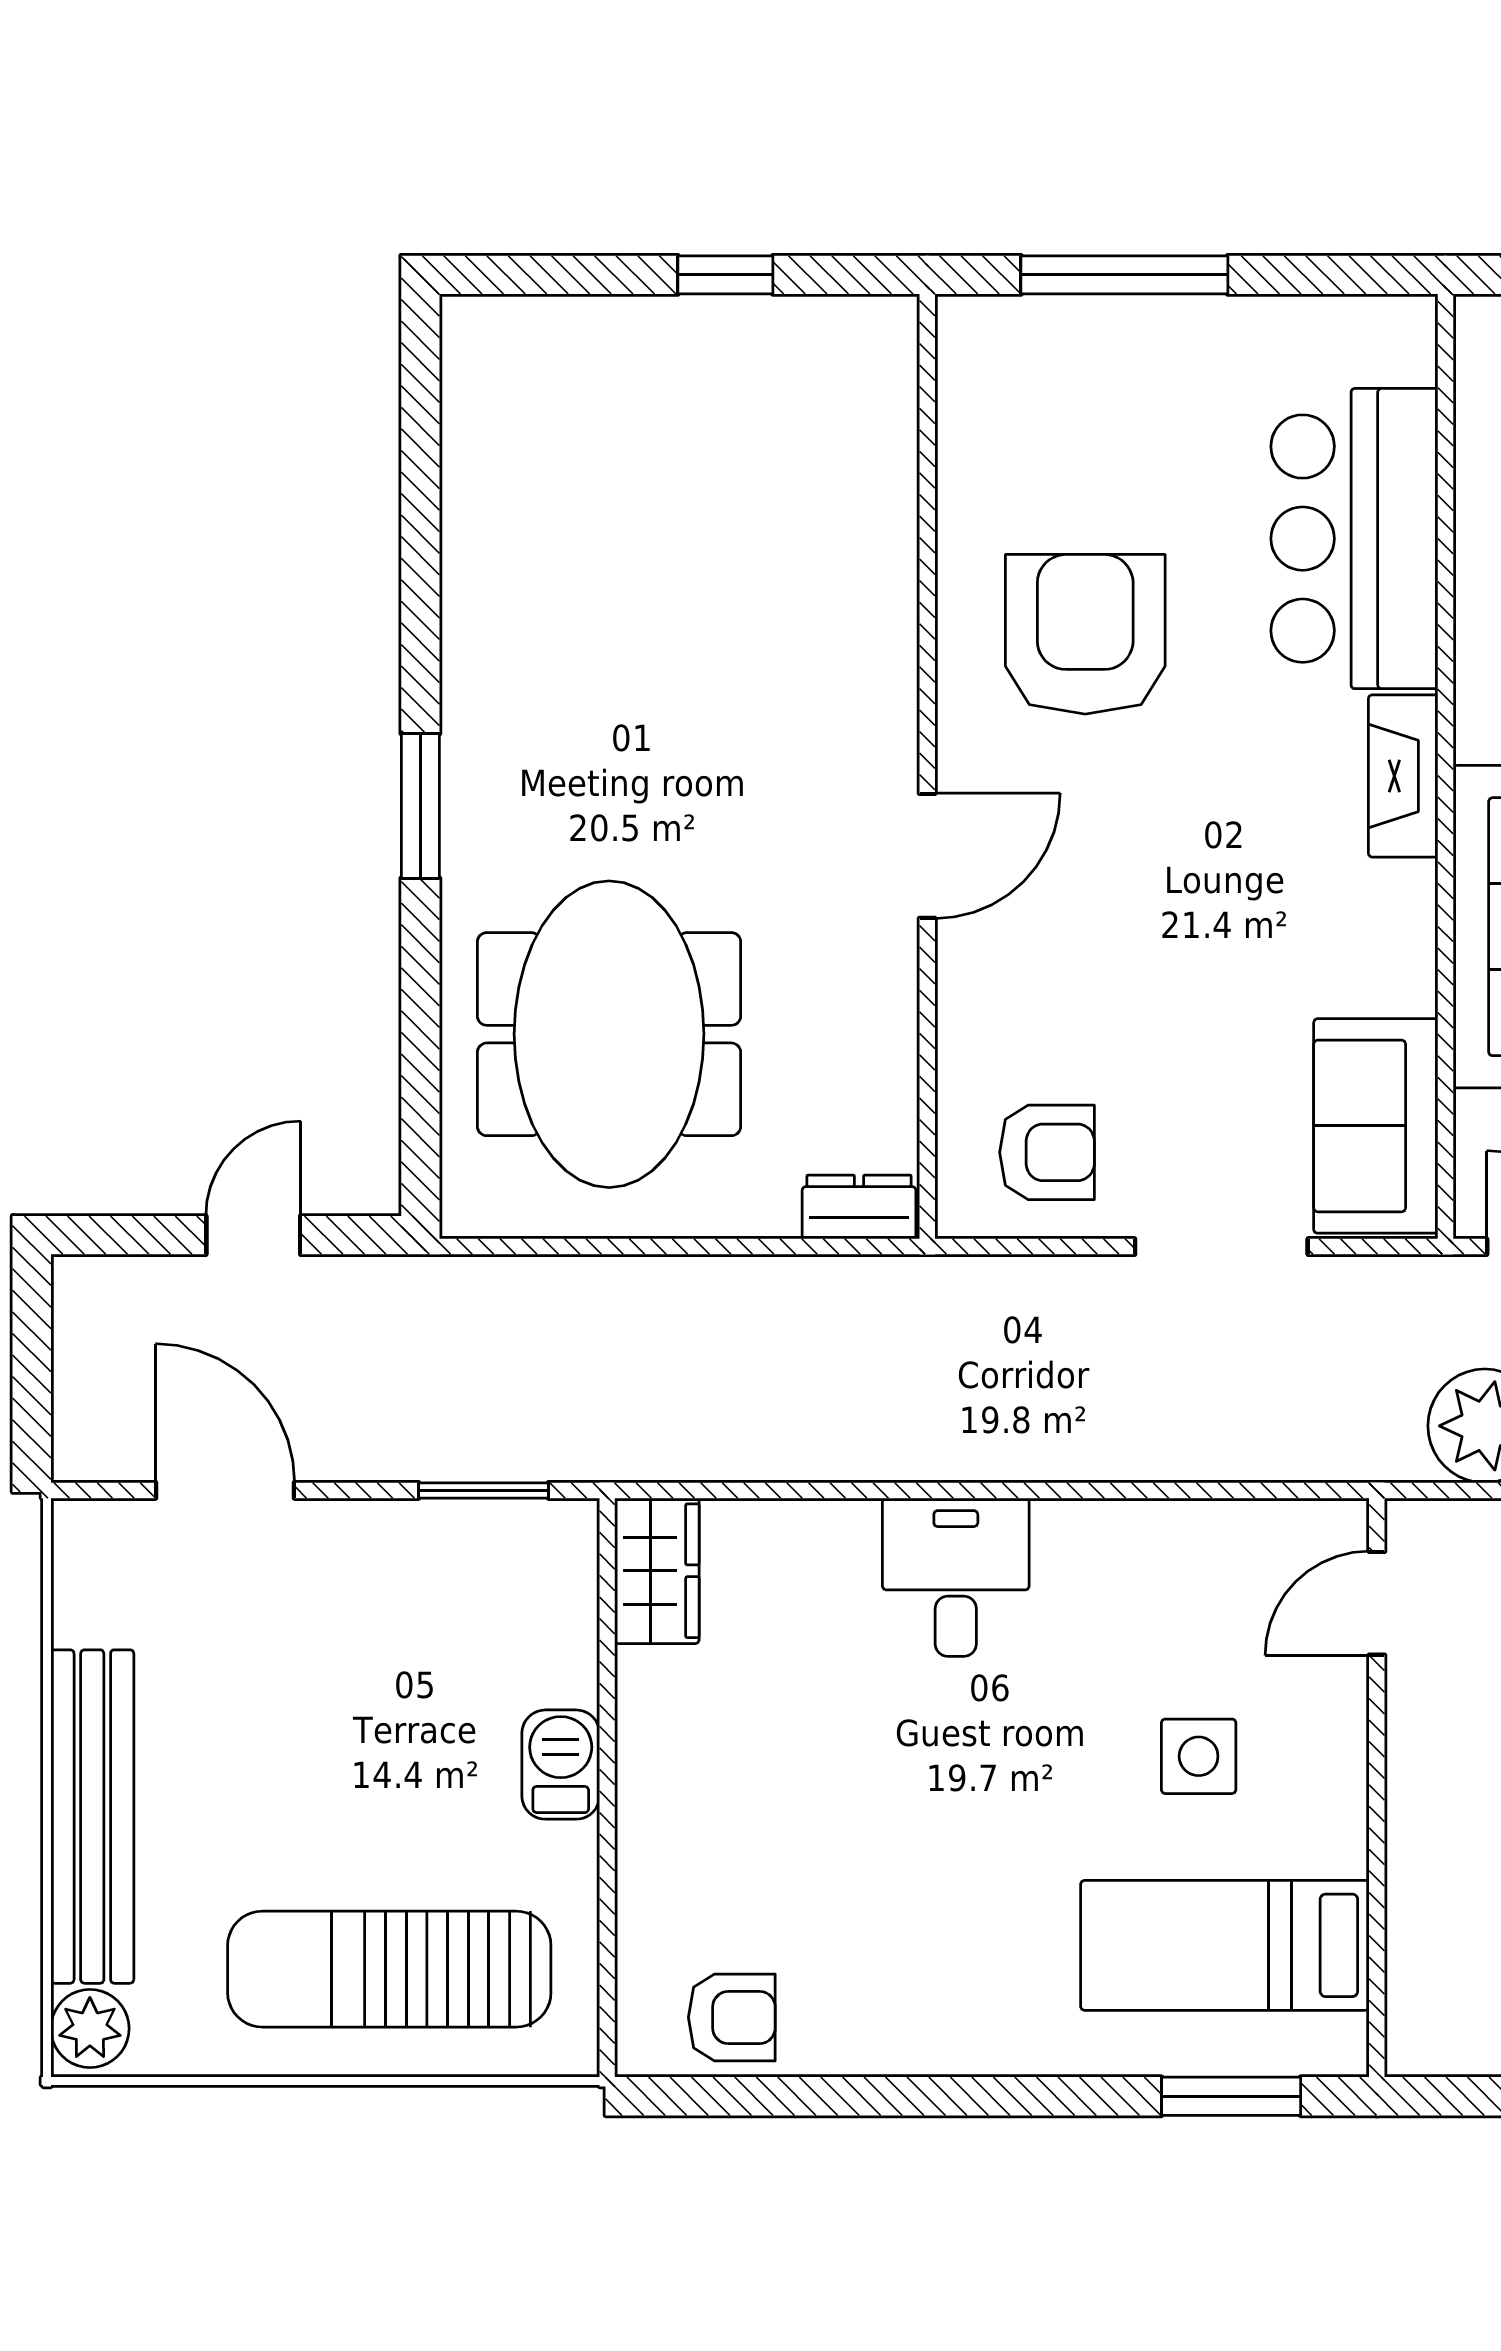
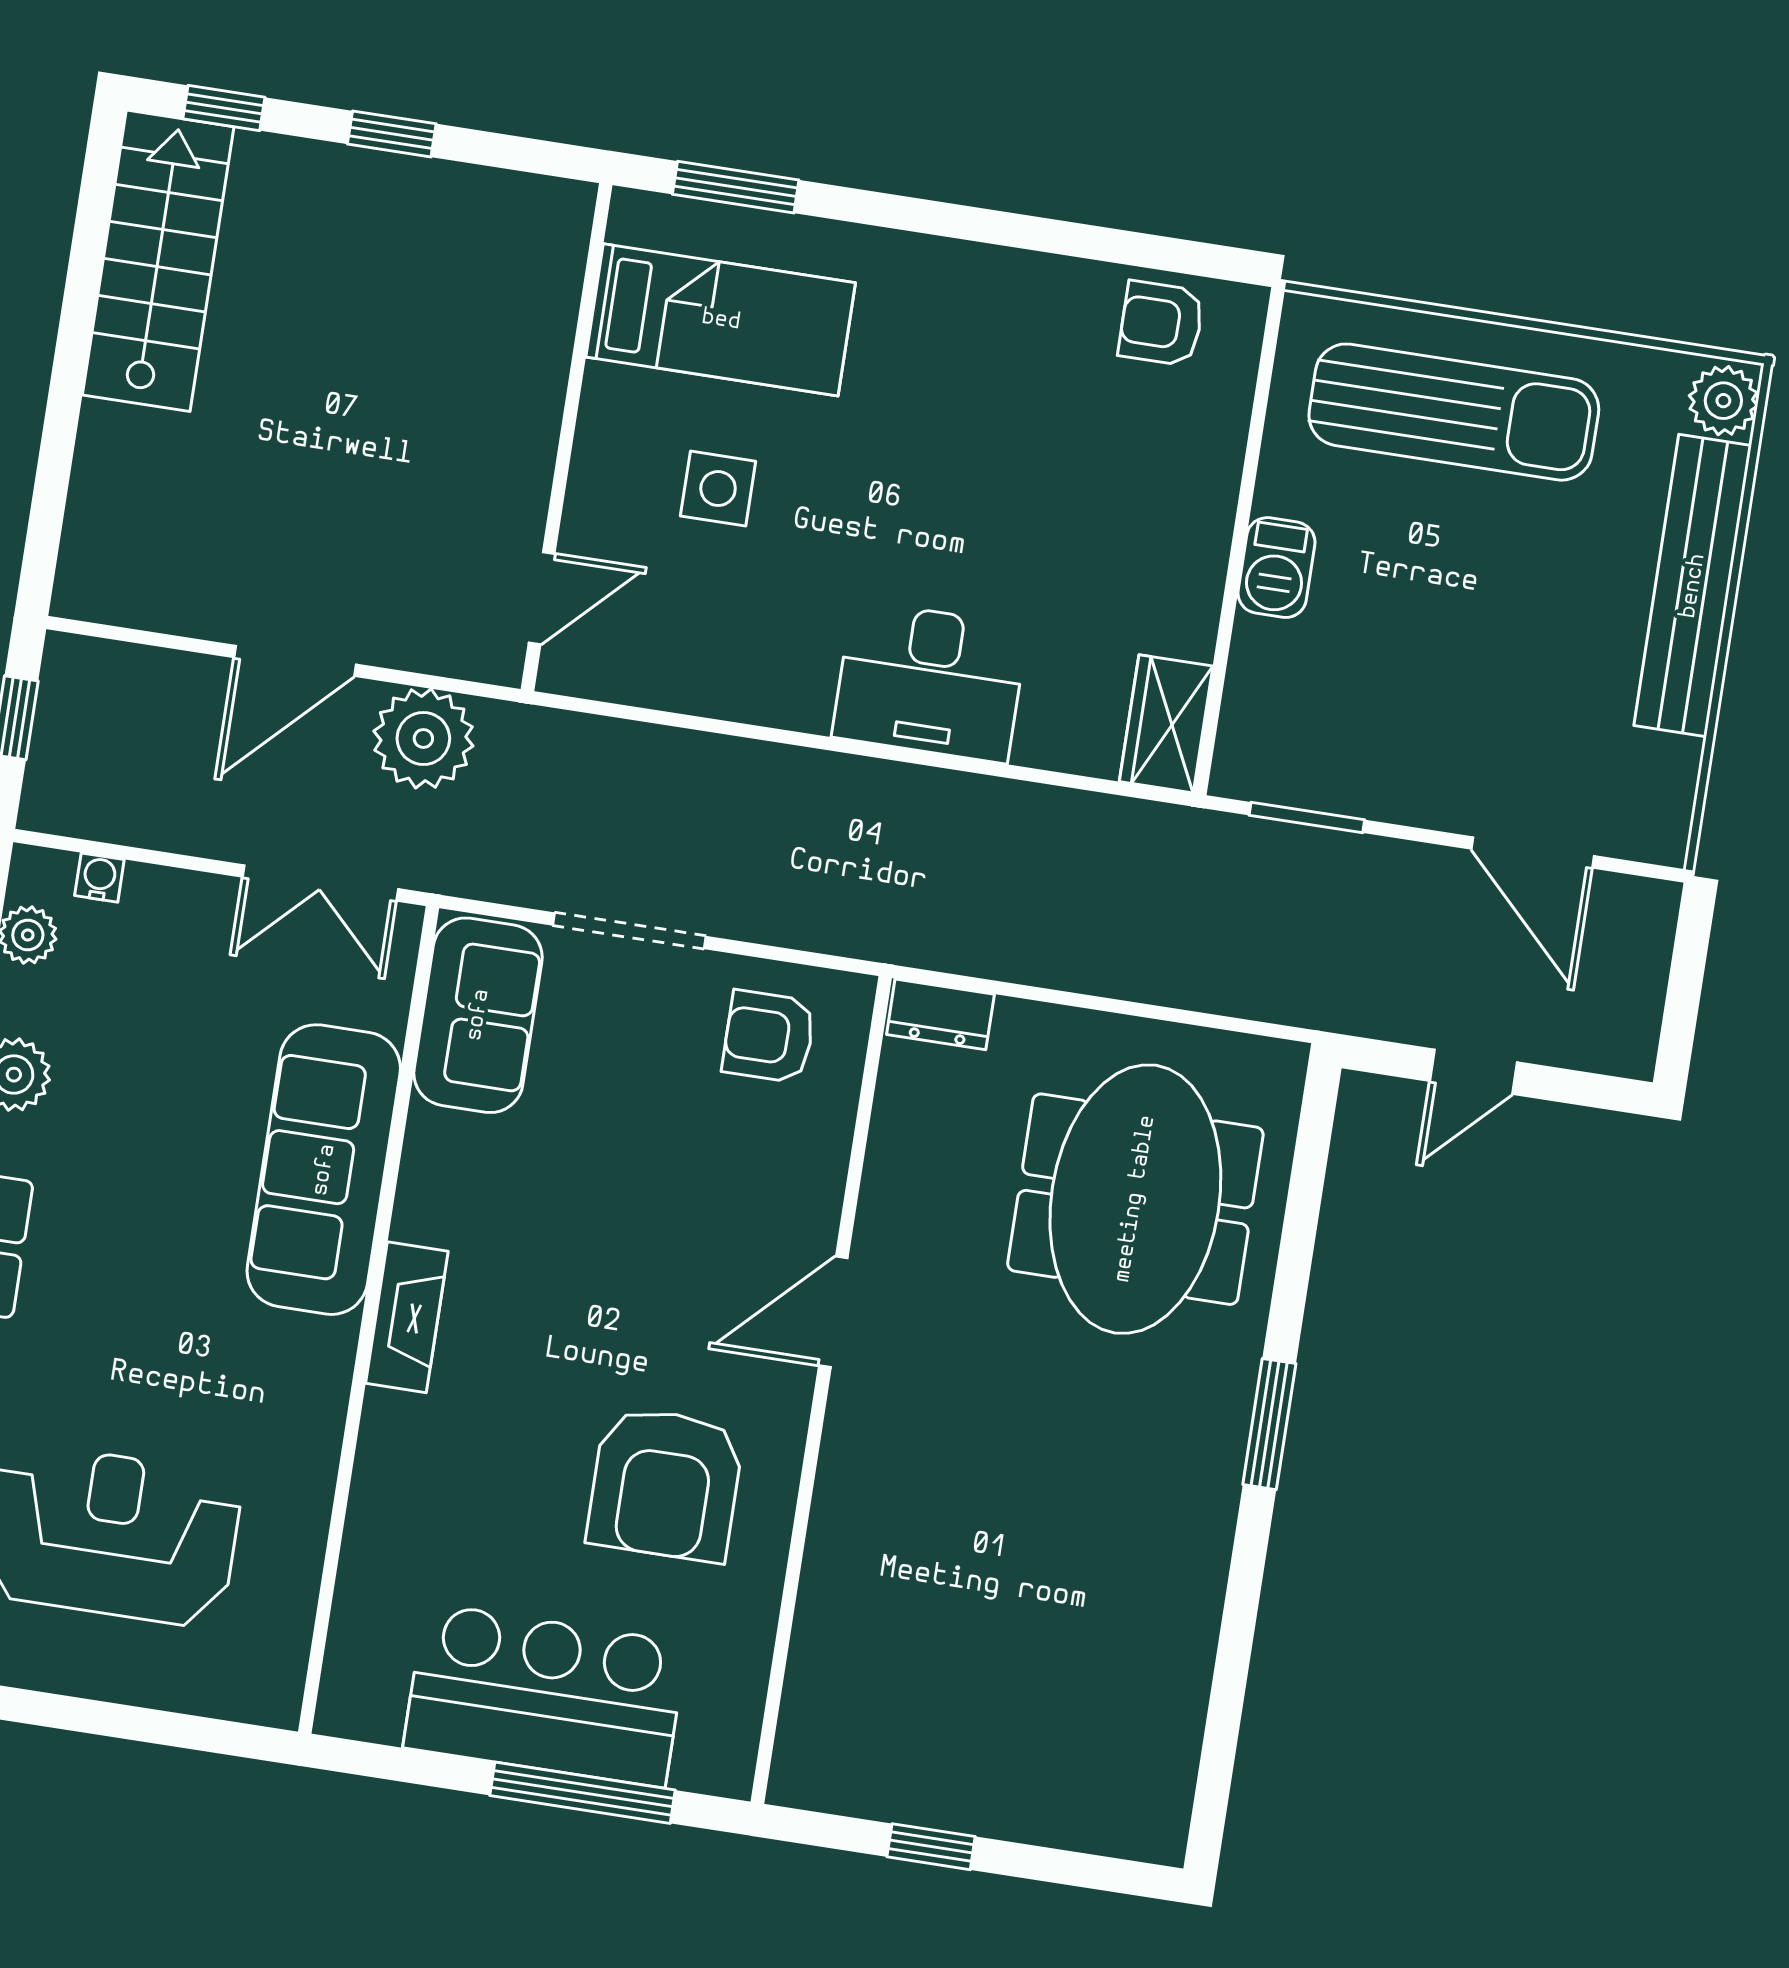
bar counter: (1354, 539) -> (545, 1695), moved, turned -90
desk: (956, 1577) -> (930, 682), width x1.37

